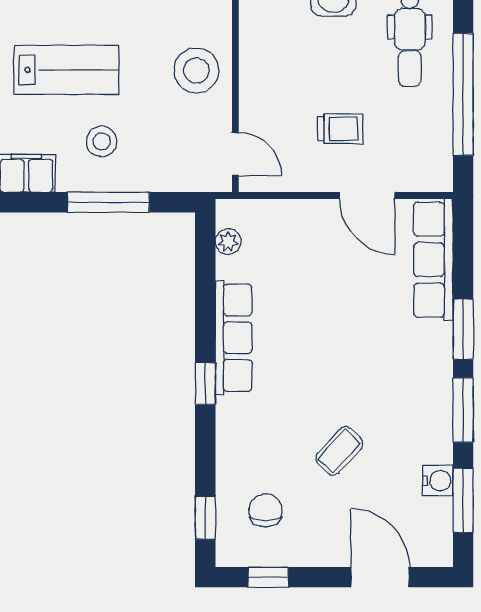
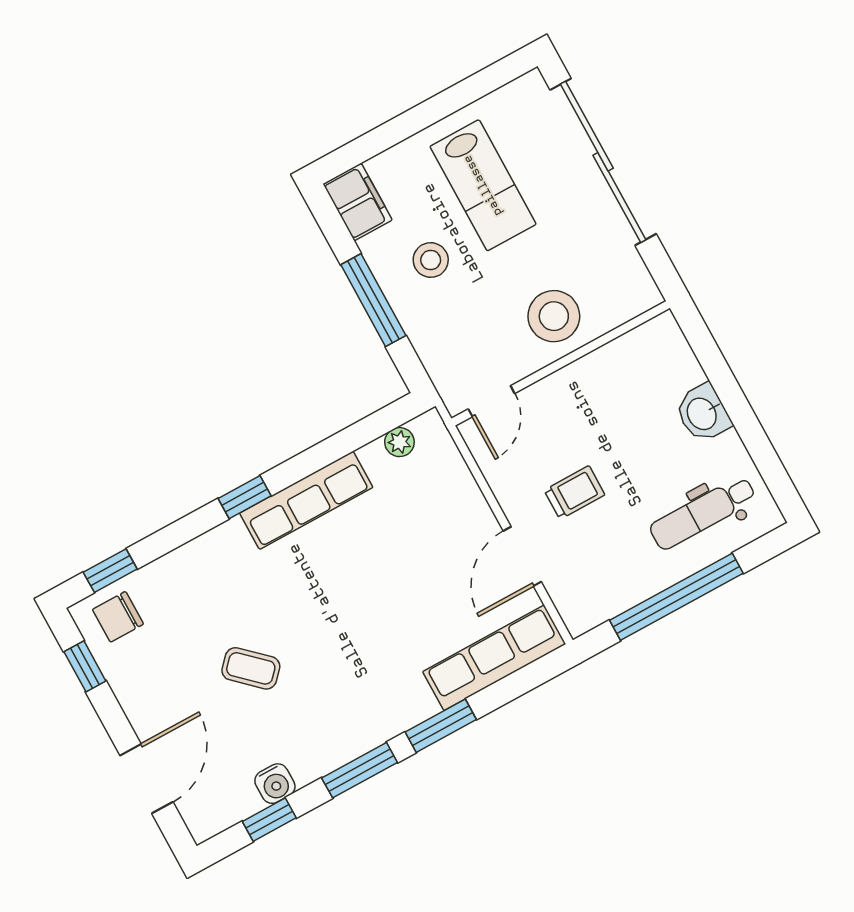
trolley: (340, 129) -> (574, 492), turned -90
window: (463, 500) -> (269, 820), width x0.67
chair: (265, 510) -> (118, 617), moved, turned 180

